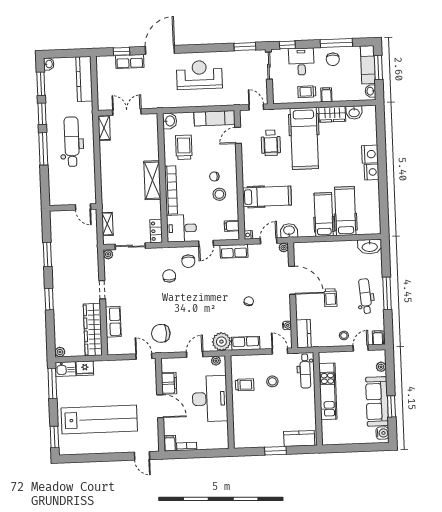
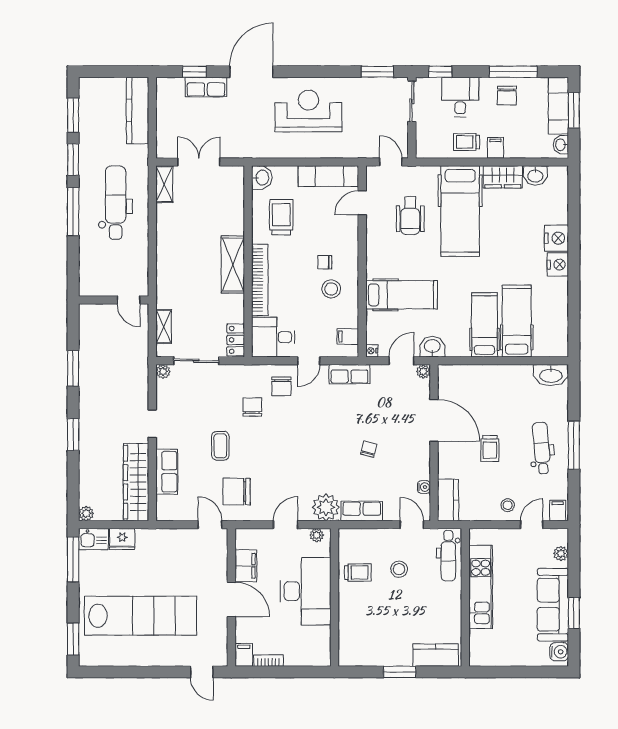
washbasin: (49, 64) -> (86, 86), removed
coffee table: (149, 303) -> (220, 446), added

